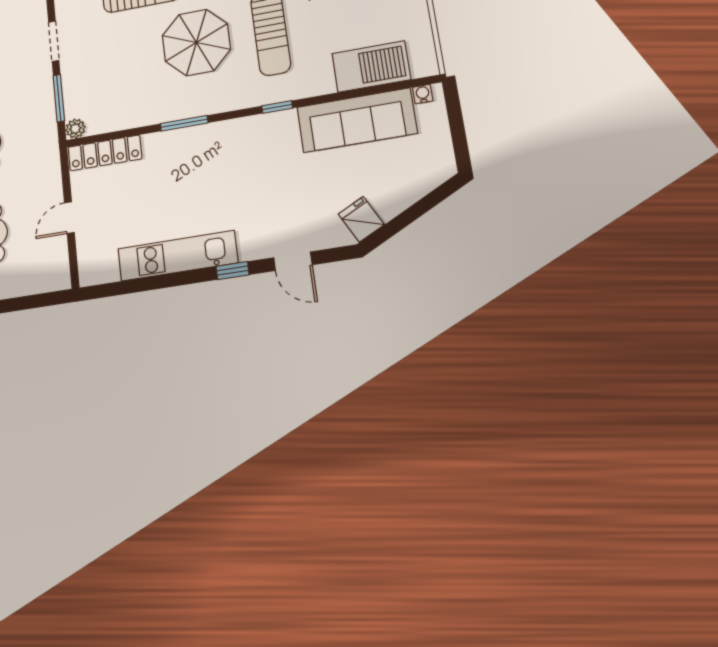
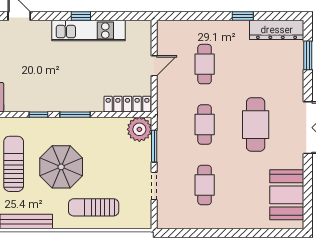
window: (277, 107) -> (39, 115), moved
plant: (75, 129) -> (139, 129), width x1.88, depth x1.88
window: (233, 271) -> (81, 16), moved

